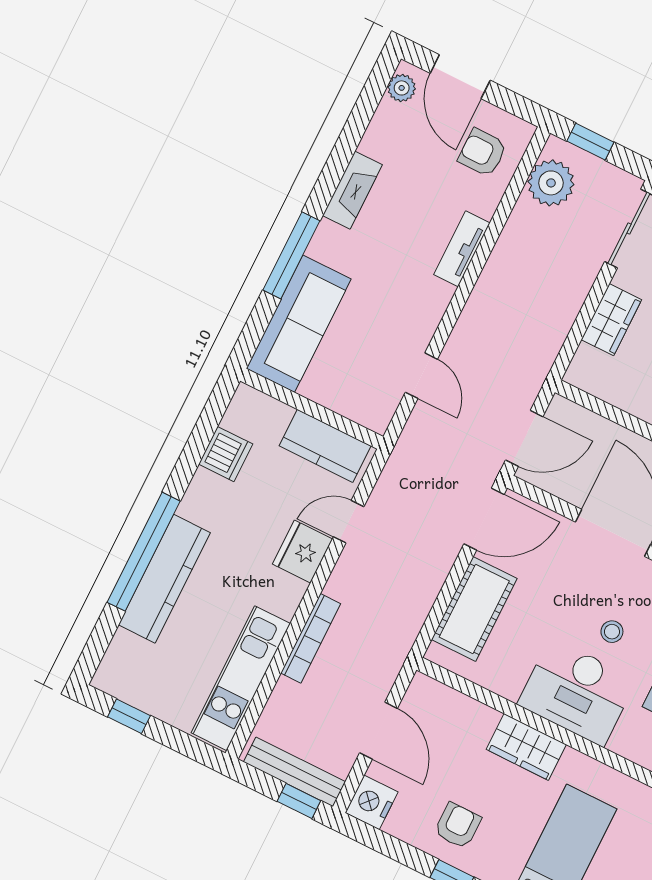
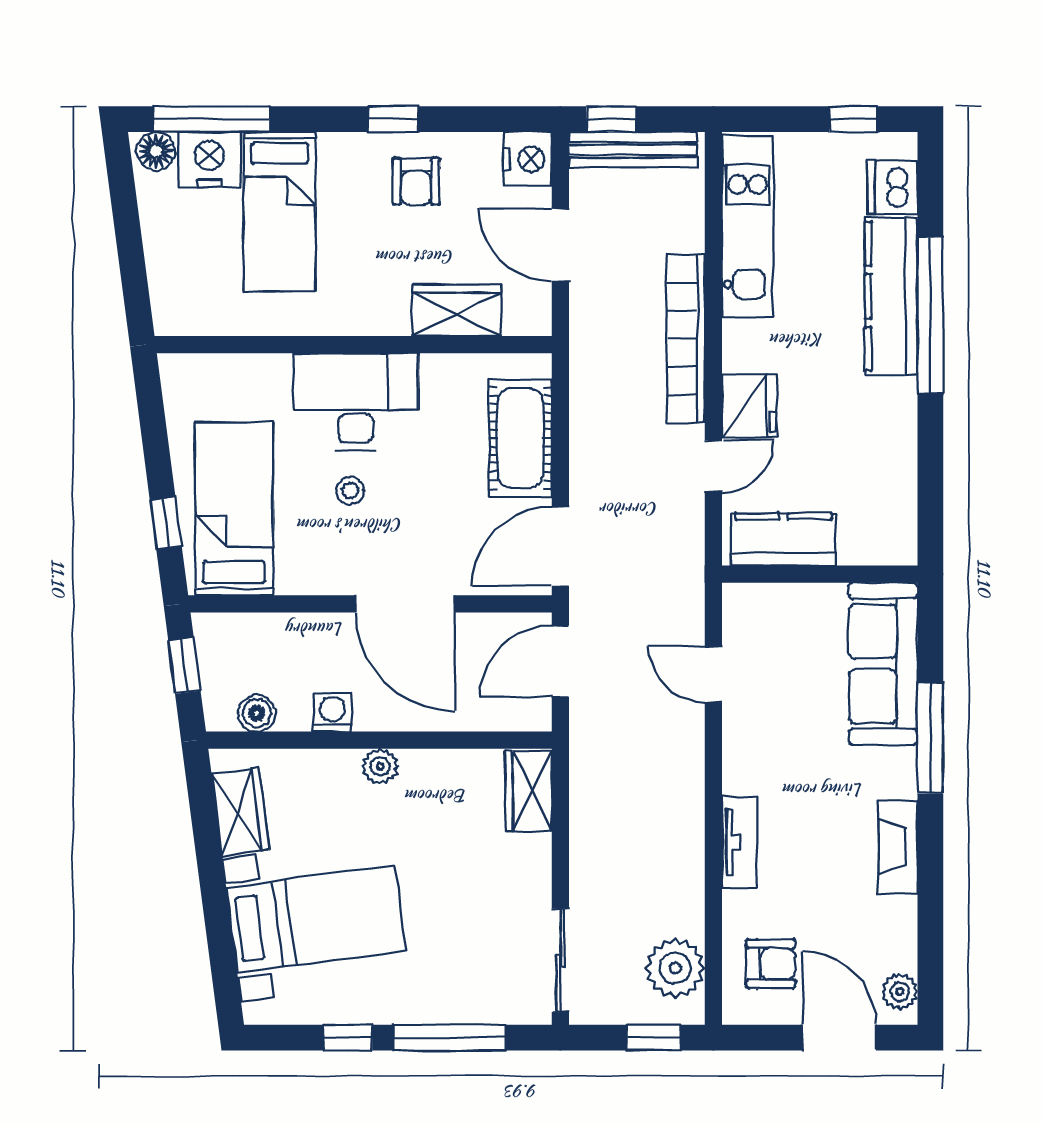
wardrobe: (611, 320) -> (529, 791), moved
dishwasher: (226, 454) -> (892, 187), moved
bookcase: (311, 638) -> (686, 339), width x1.48, depth x1.31
wardrobe: (526, 747) -> (457, 310), moved

